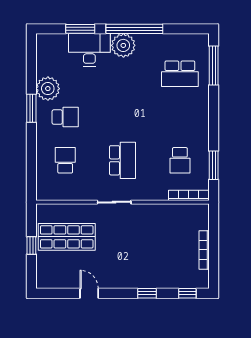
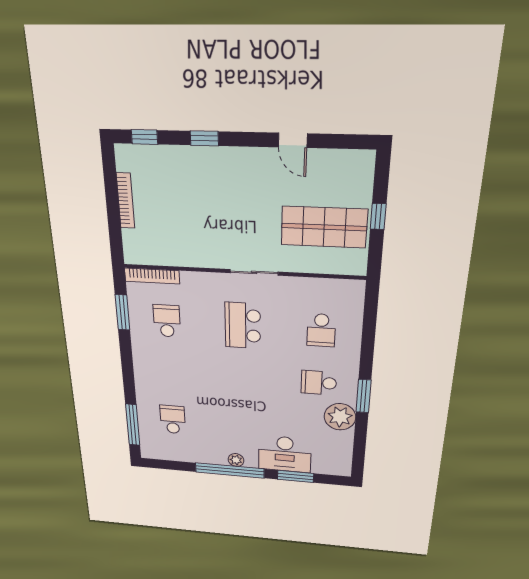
plant: (123, 45) -> (236, 460), width x0.53, depth x0.53
school desk: (180, 74) -> (173, 420), width x0.54

